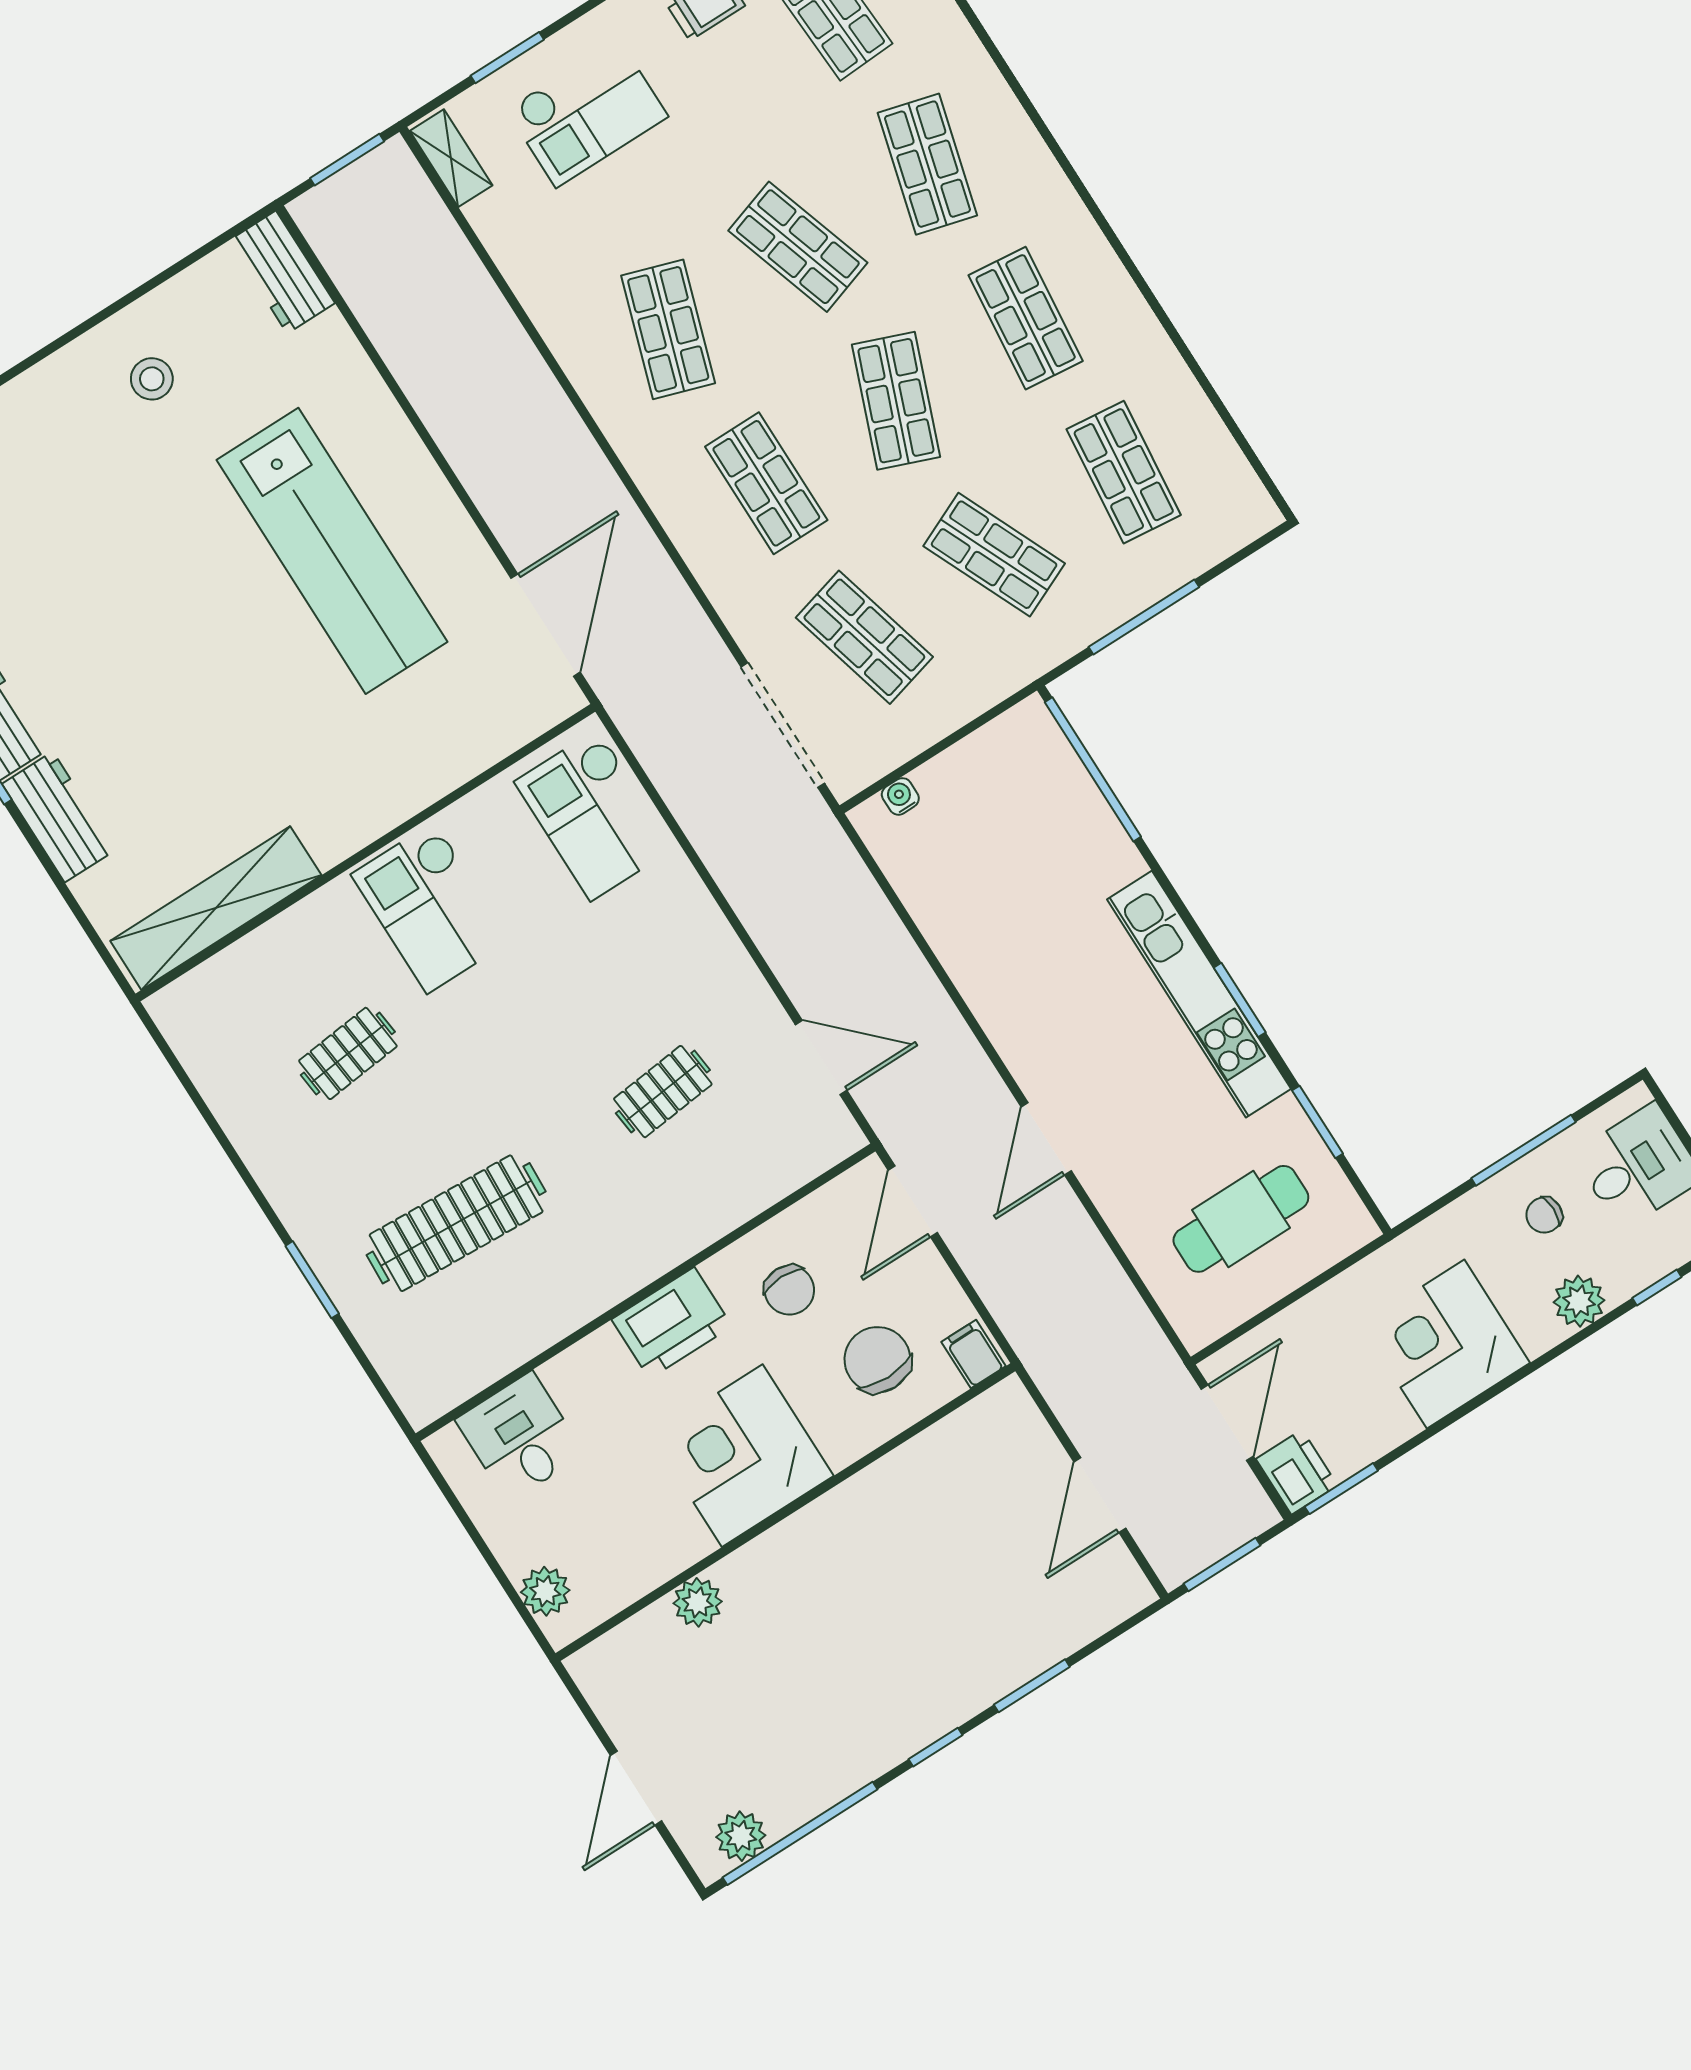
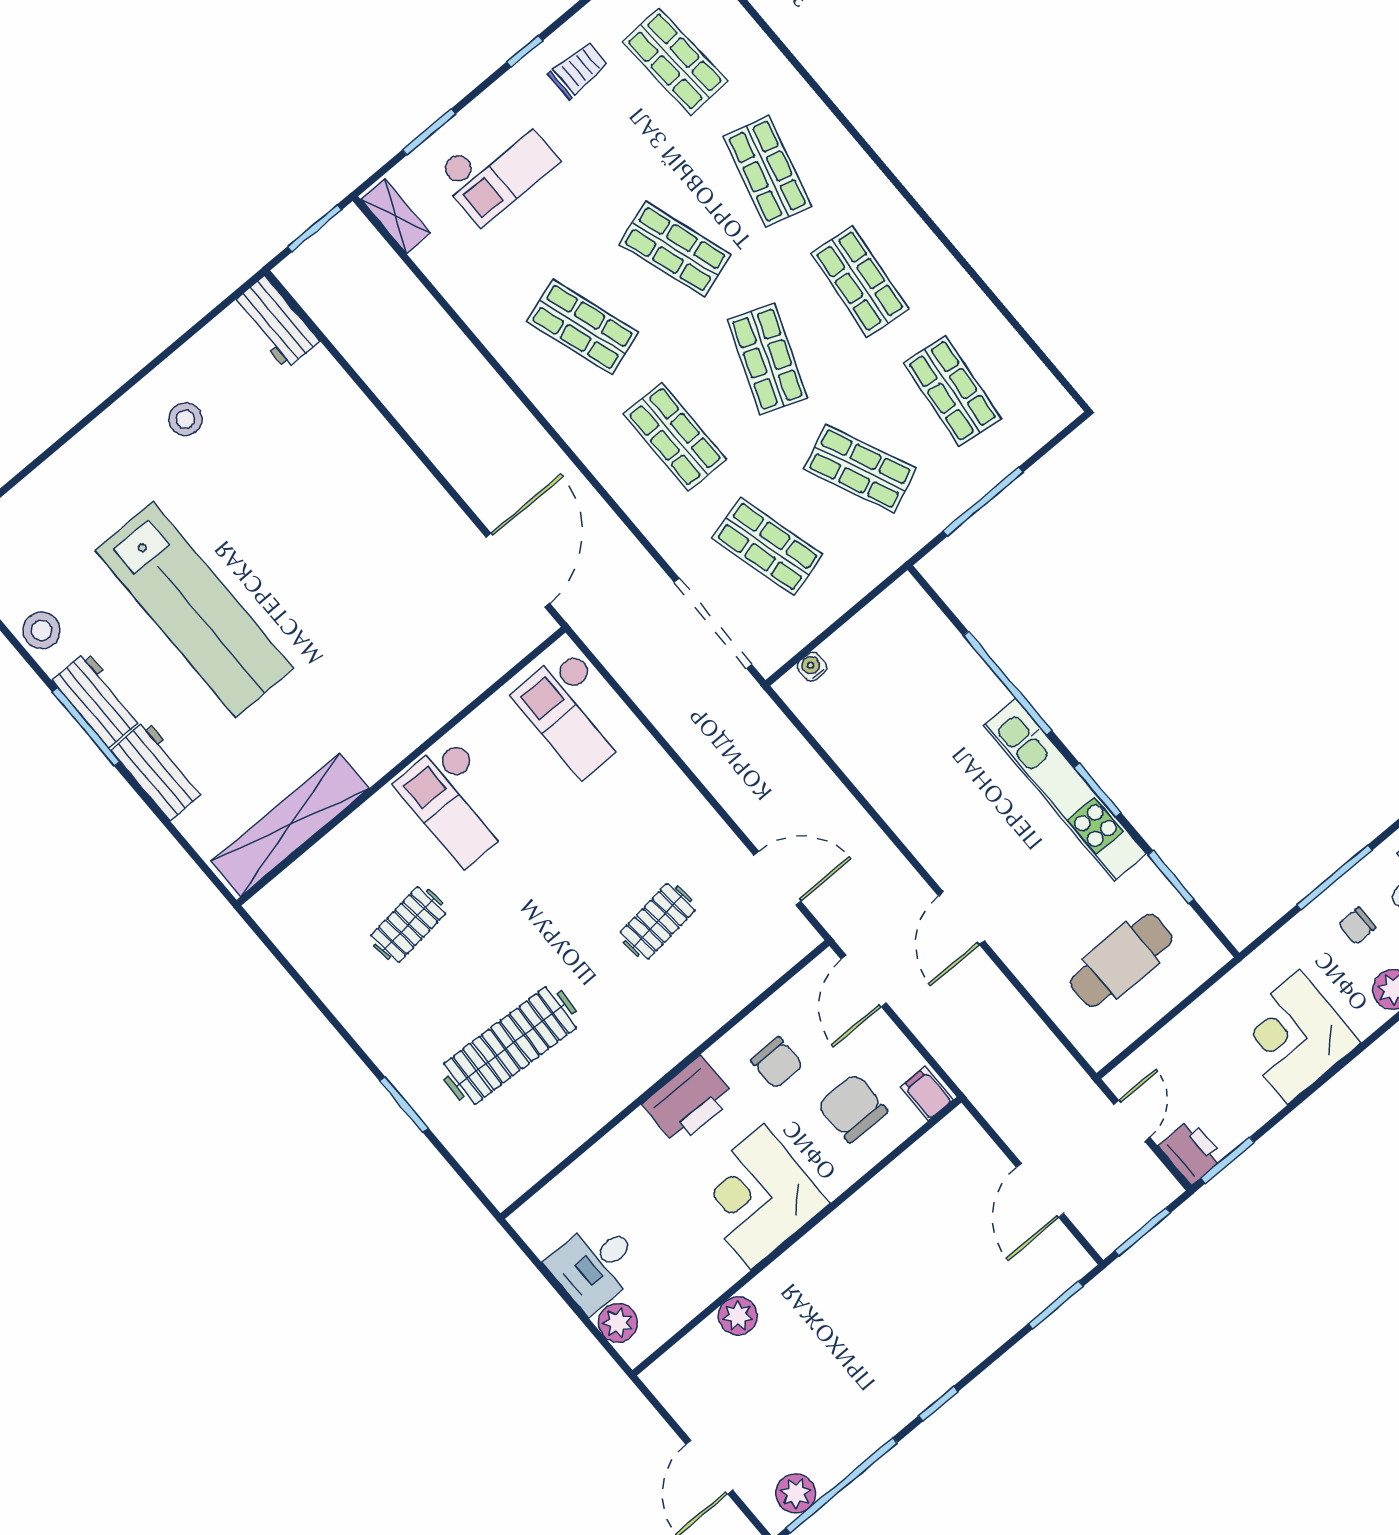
shop shelf: (668, 329) -> (583, 327), turned -36
lab bench: (332, 551) -> (194, 610), moved
window: (1093, 769) -> (1008, 683), moved
door: (1227, 1423) -> (1132, 1121), width x0.73
desk: (520, 1437) -> (595, 1265), moved, turned -90
window: (1032, 1686) -> (1056, 1305), moved

